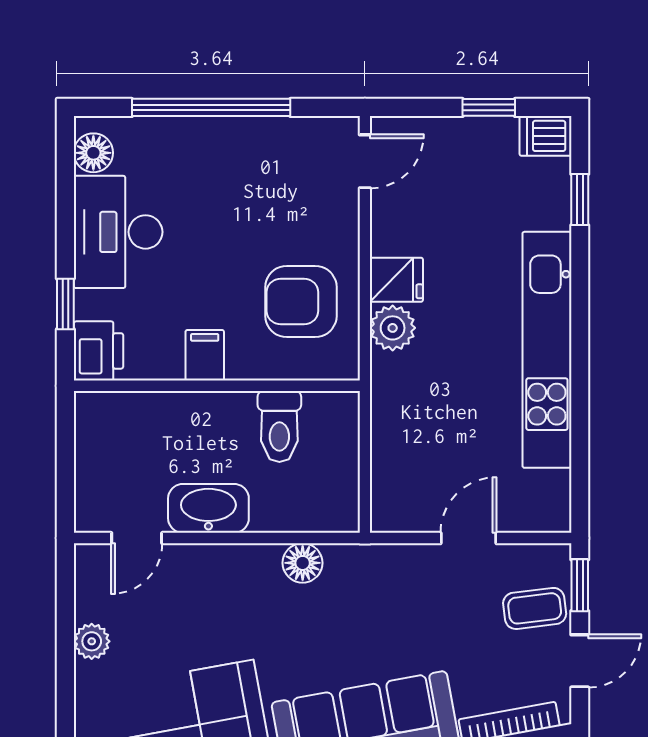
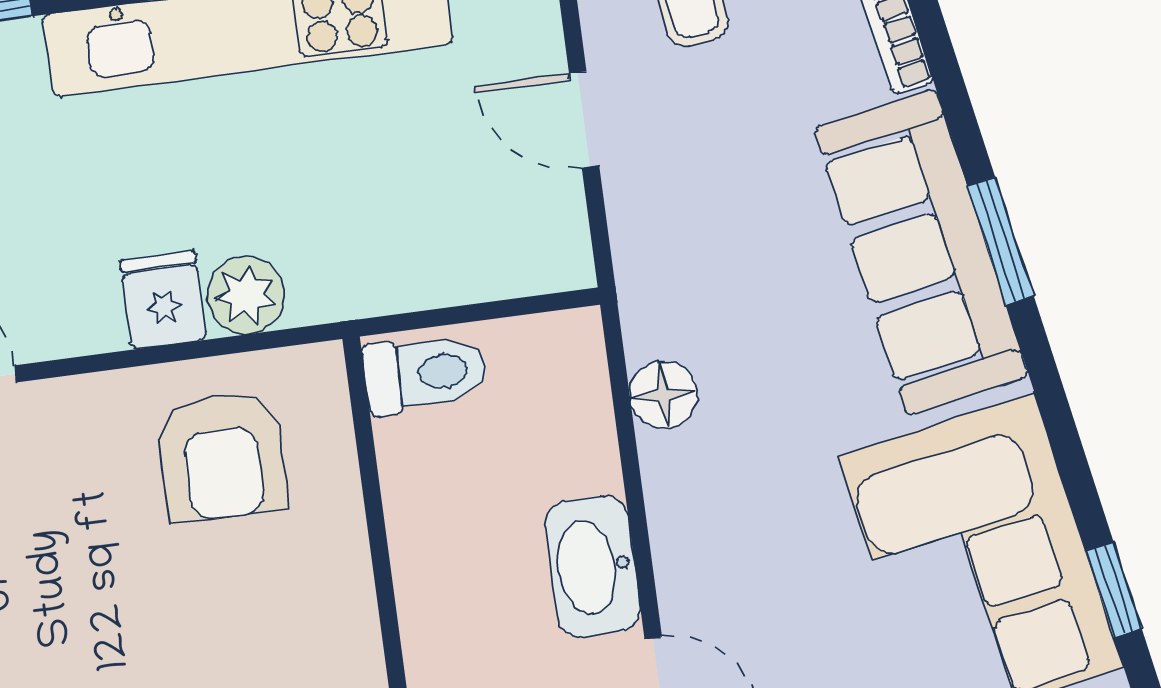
filing cabinet: (205, 355) -> (334, 607), removed
toilet: (279, 427) -> (426, 373), moved

